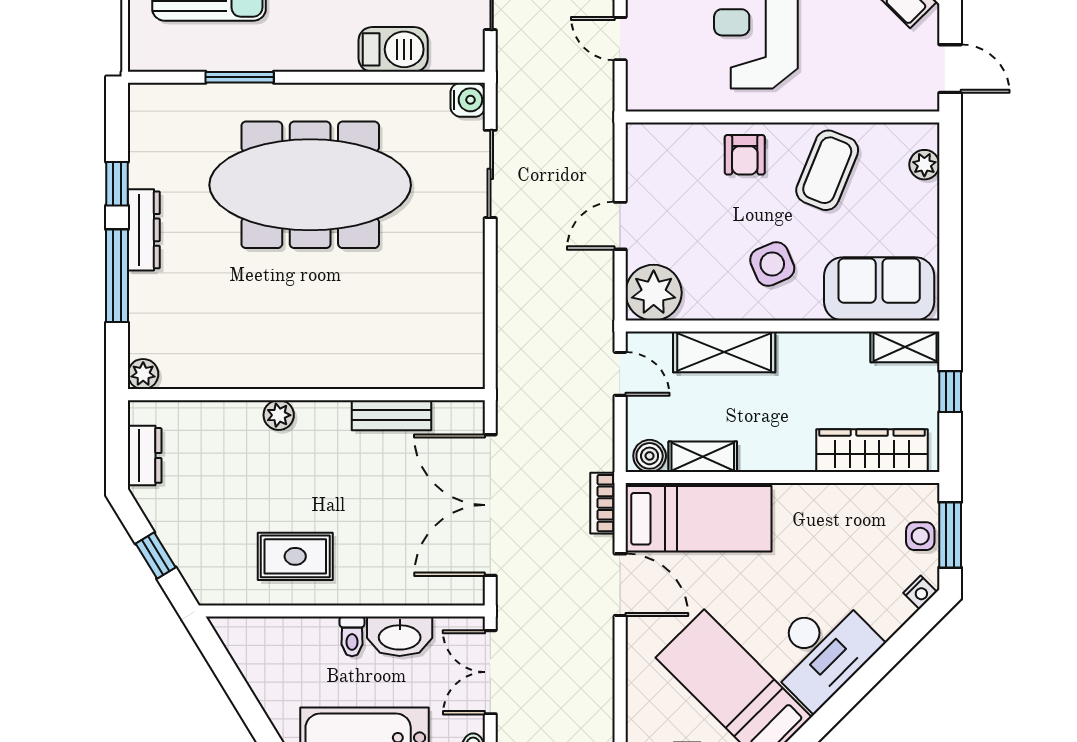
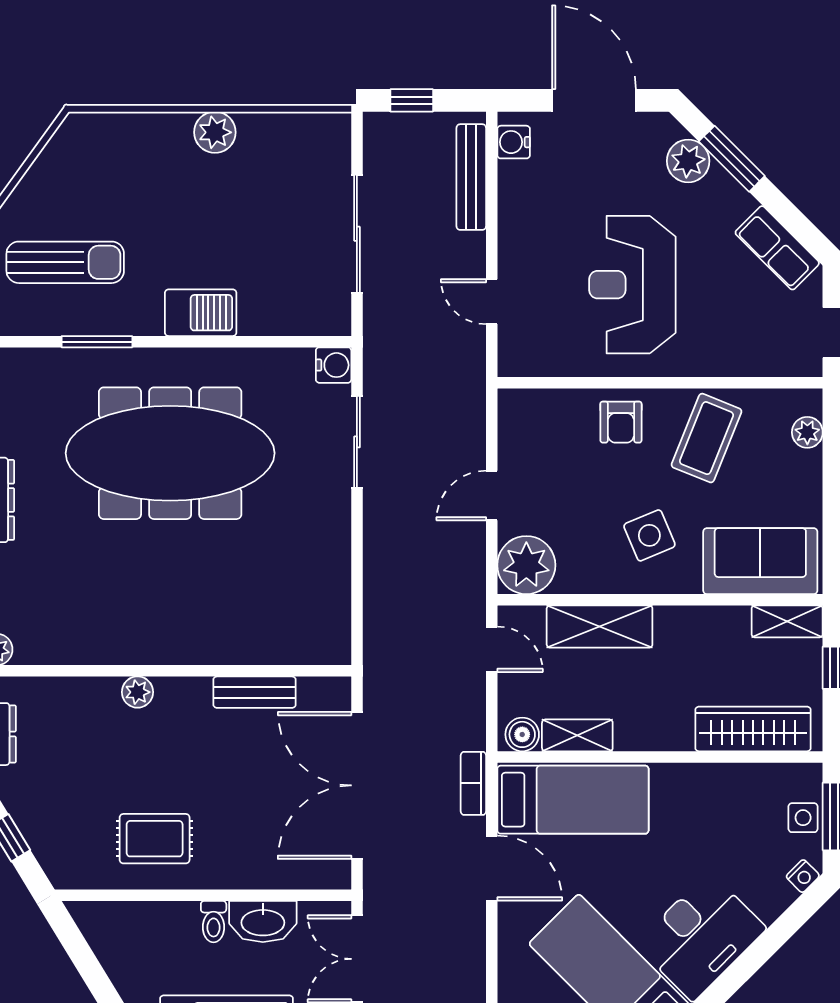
barbecue: (393, 49) -> (201, 313), moved

